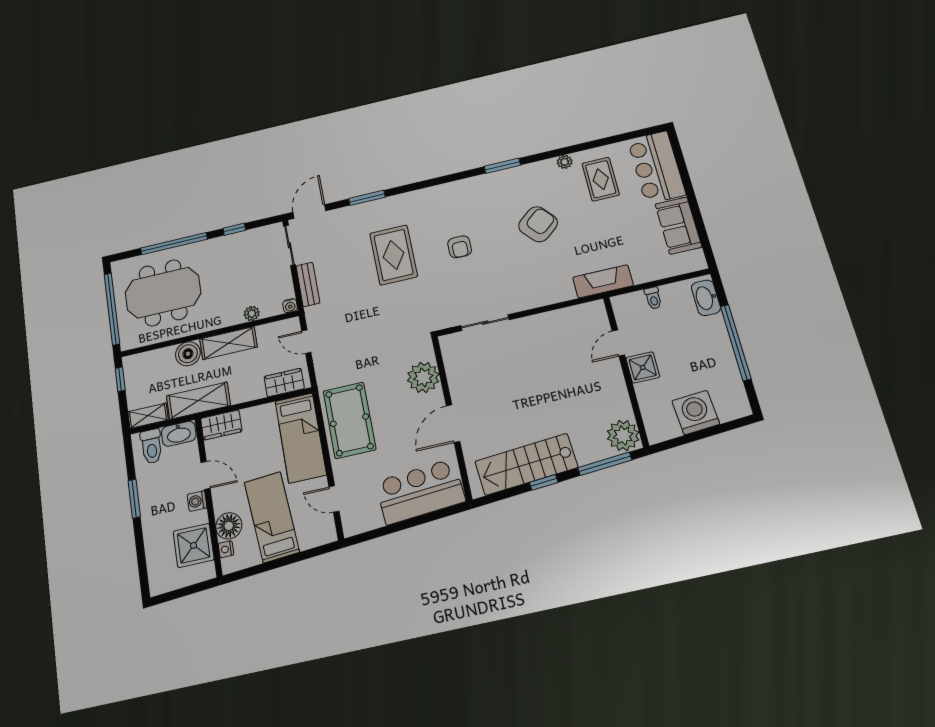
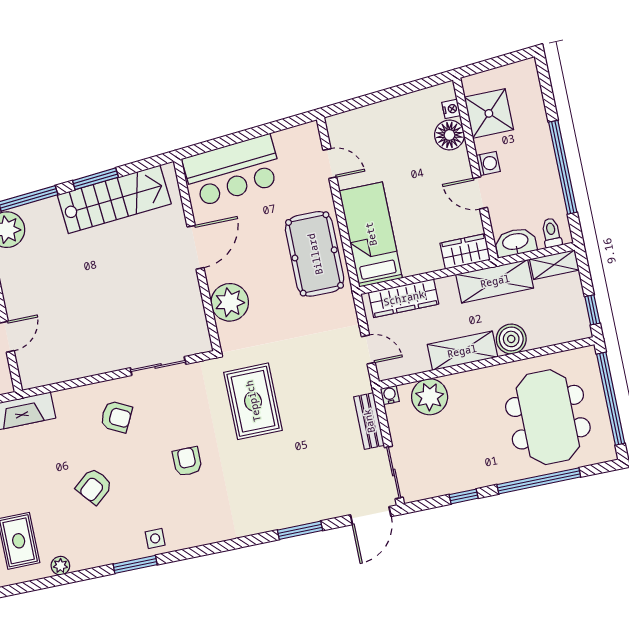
side table: (486, 186) -> (155, 538), added
armchair: (538, 224) -> (94, 486), width x0.72, depth x0.72
rug: (394, 255) -> (253, 401), moved
armchair: (520, 280) -> (116, 417), added
meeting table: (163, 293) -> (548, 417), turned 90
plant: (252, 313) -> (430, 397), width x1.87, depth x1.87
wardrobe: (284, 383) -> (404, 298), width x1.50
toilet: (151, 446) -> (551, 233), width x0.73, depth x0.72
window: (544, 482) -> (95, 179), width x1.50
window: (134, 499) -> (563, 167), width x2.11
bed: (272, 517) -> (400, 144), removed

